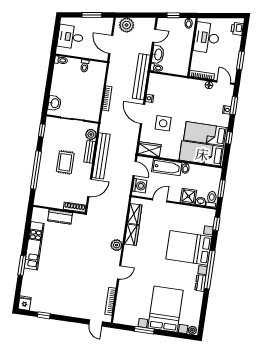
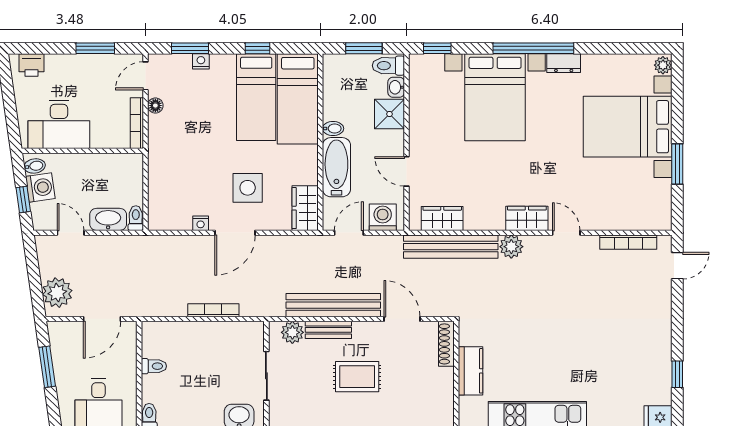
washing machine: (178, 24) -> (40, 188), added
bench: (141, 77) -> (451, 247), moved
wardrobe: (132, 235) -> (527, 218), moved

